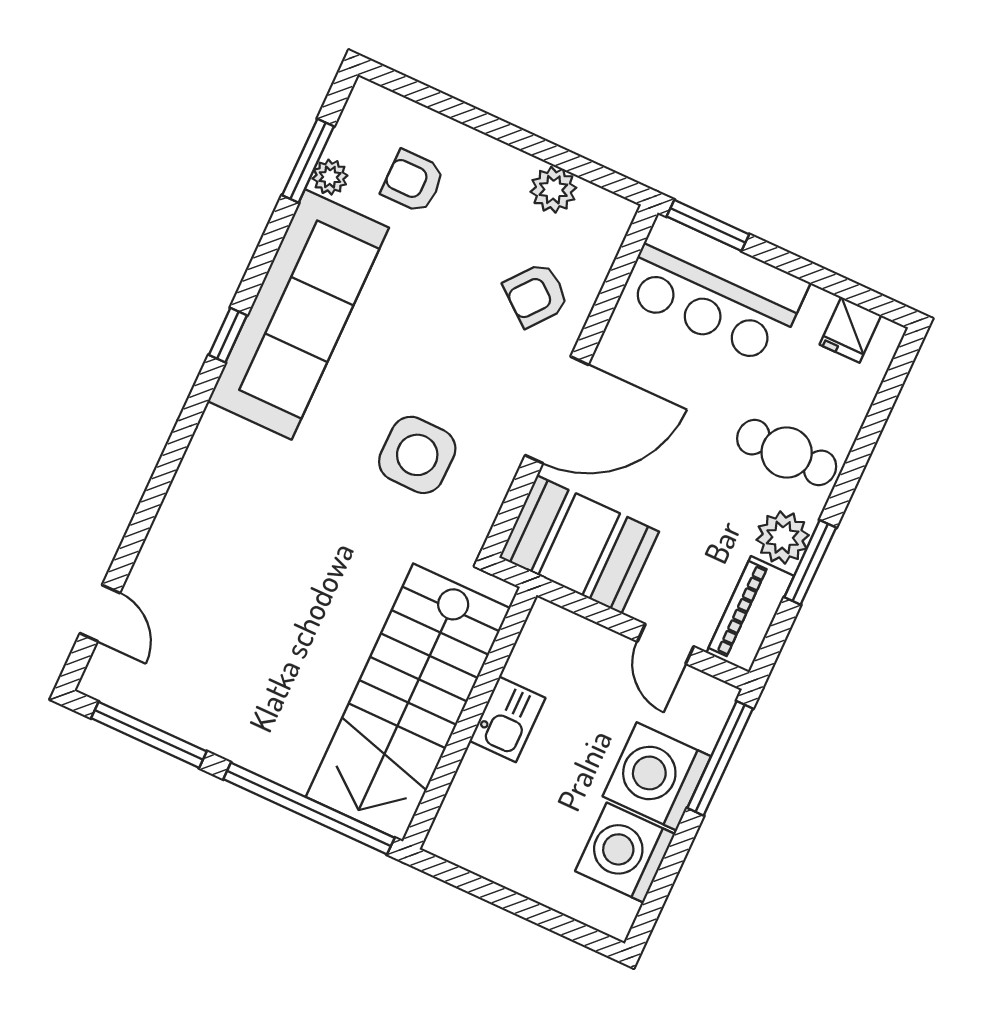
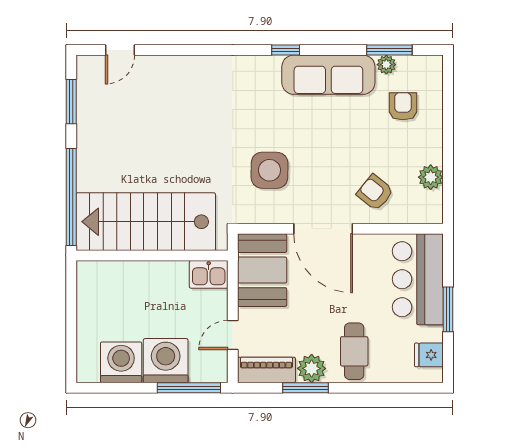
window: (708, 225) -> (448, 309), moved
sofa: (298, 314) -> (328, 75), width x0.74, depth x0.79
kitchen sink: (507, 719) -> (209, 274), moved
window: (149, 735) -> (71, 102), width x0.69

